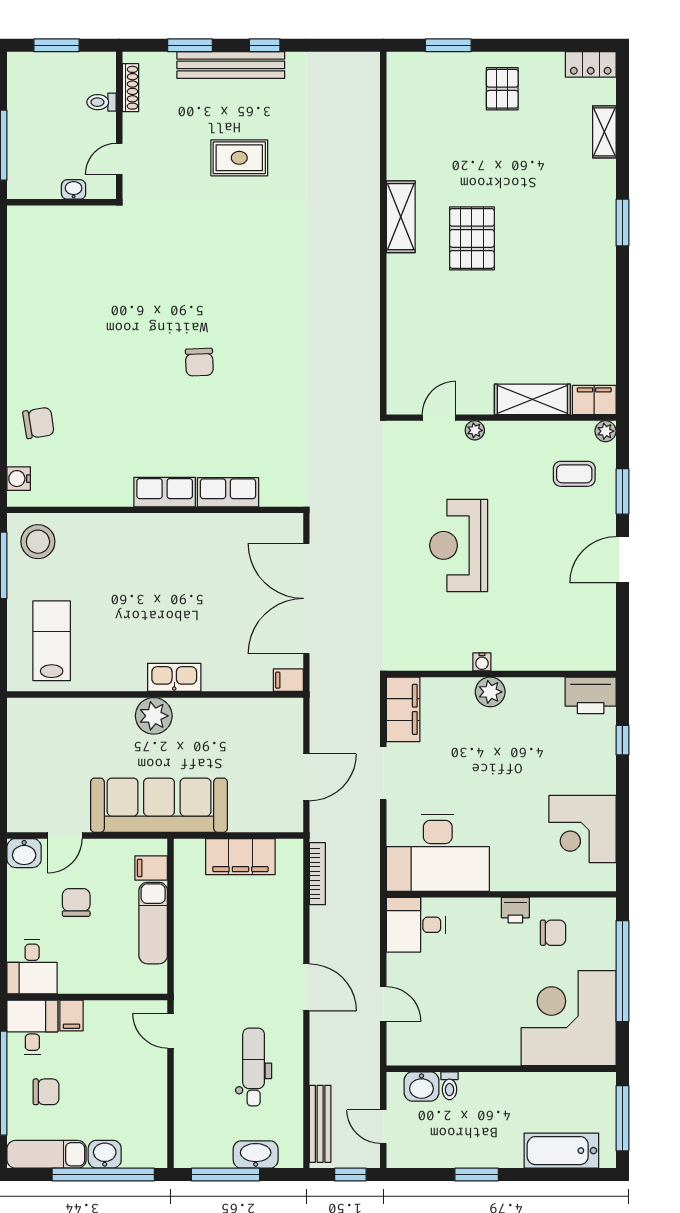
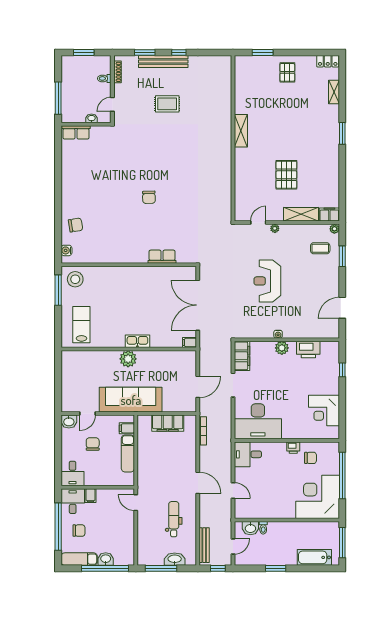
pallet: (472, 238) -> (286, 175), moved
row of seats: (165, 492) -> (76, 132), moved, turned 180
door: (622, 560) -> (342, 308), moved
printer: (591, 695) -> (308, 349), moved
door: (383, 1127) -> (233, 546), swing flipped

